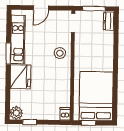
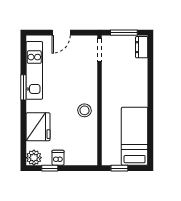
stool: (60, 53) -> (84, 110), moved
fridge: (20, 77) -> (38, 127), moved
bed: (96, 96) -> (135, 136), width x0.67
dishwasher: (65, 114) -> (58, 158), moved

